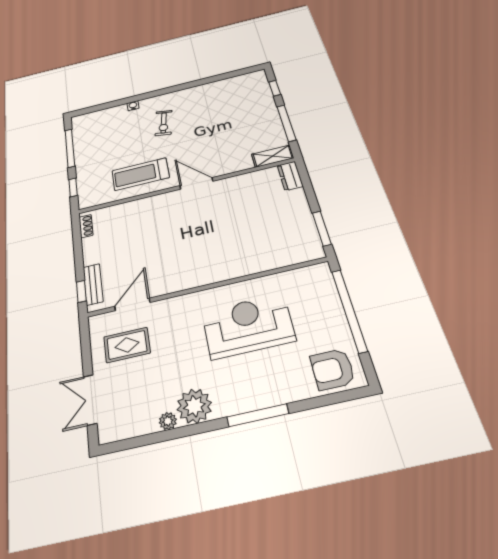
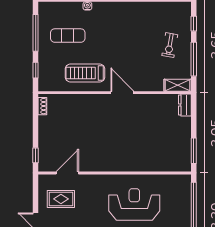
exercise bike: (164, 123) -> (170, 45), moved
exercise mat: (112, 141) -> (68, 36), added
bench: (93, 284) -> (44, 152), removed

